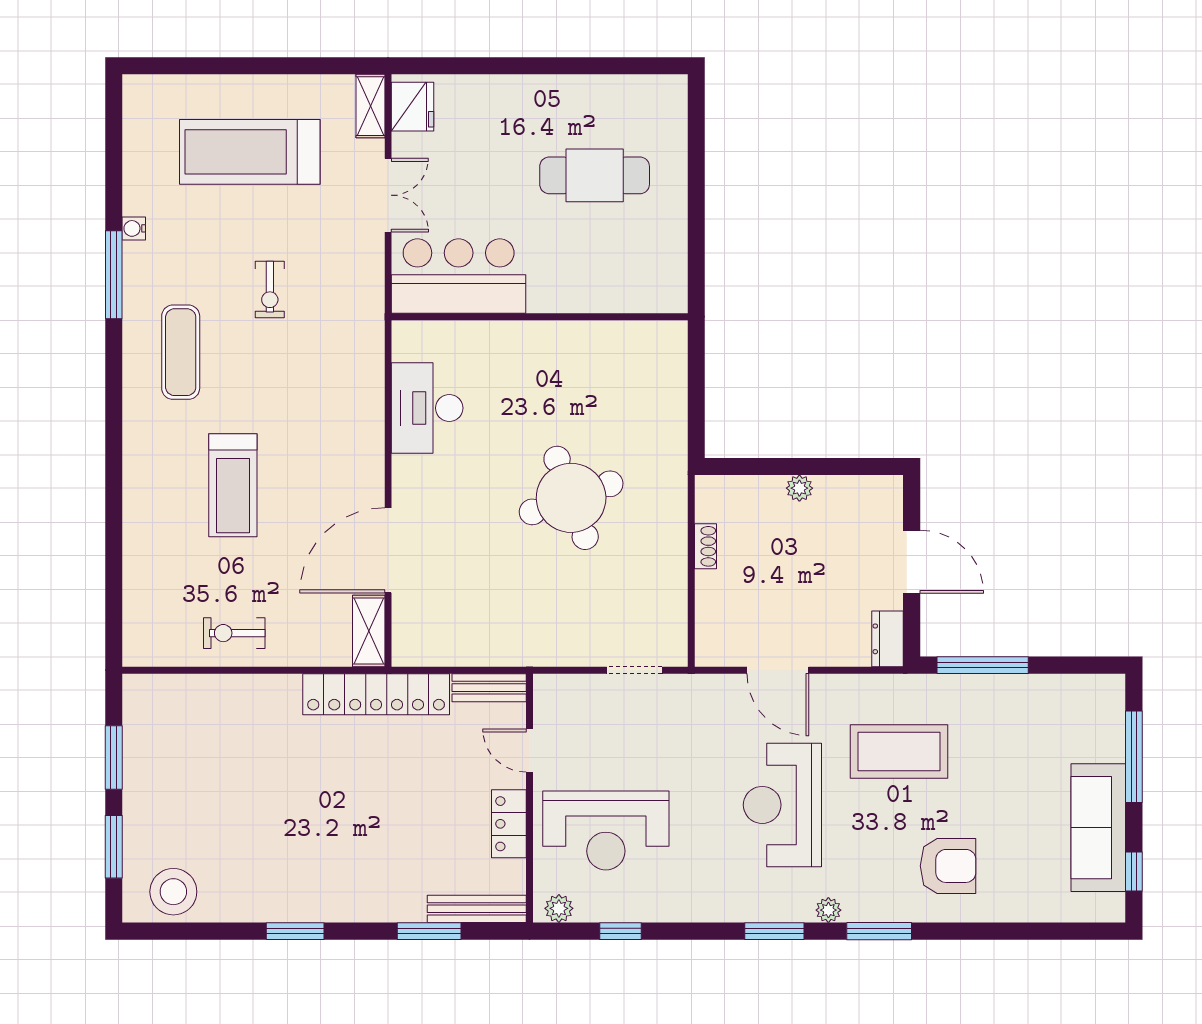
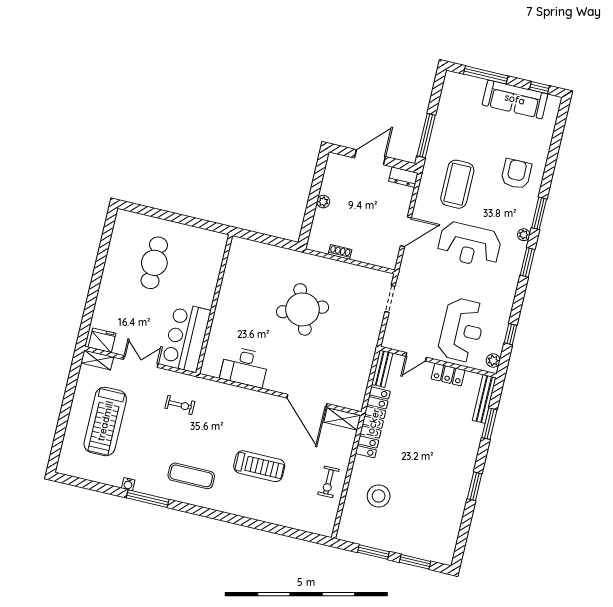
exercise bike: (270, 289) -> (180, 405), moved
stool: (173, 892) -> (379, 496), moved

